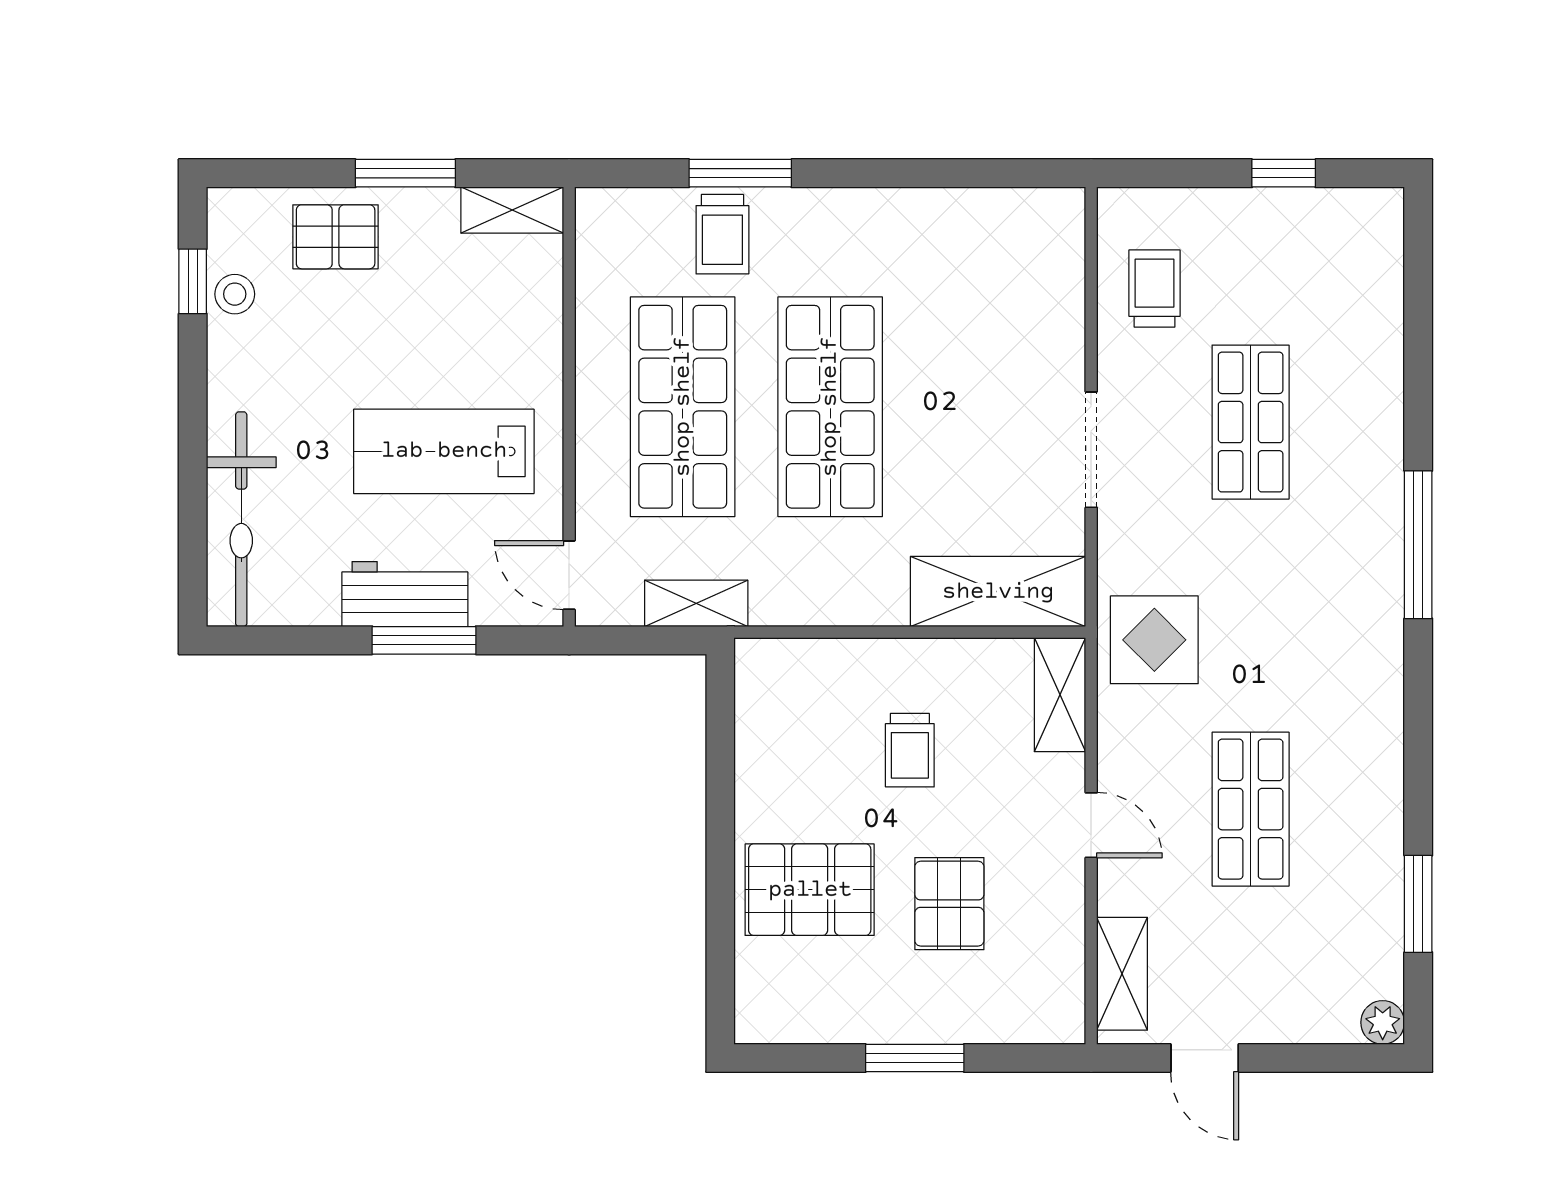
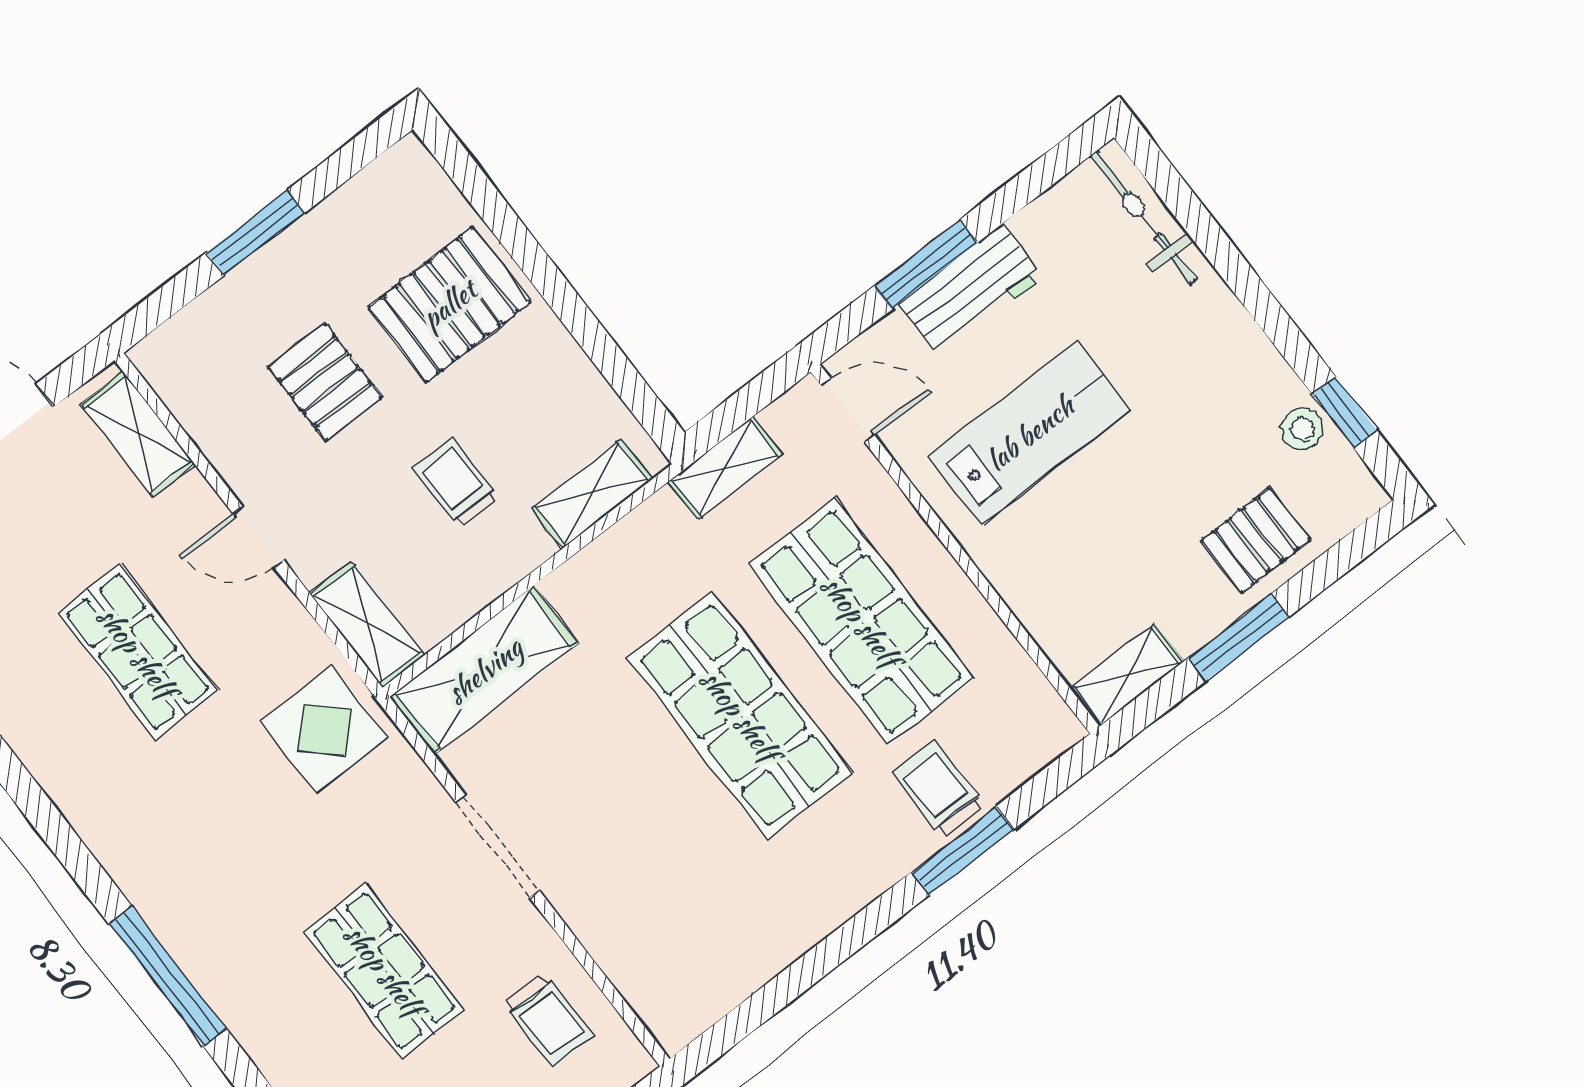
bicycle: (241, 519) -> (1143, 218), width x0.73, depth x0.71
shelving: (812, 662) -> (592, 494), added

